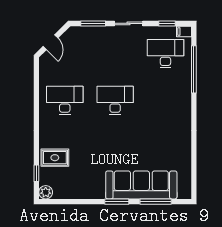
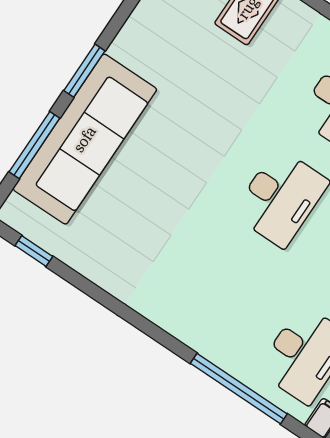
window: (194, 176) -> (34, 251), added

